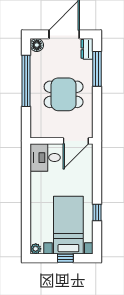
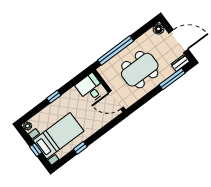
window: (26, 81) -> (116, 50), moved
dining table: (64, 94) -> (140, 70), width x1.38
window: (26, 201) -> (54, 97), added

